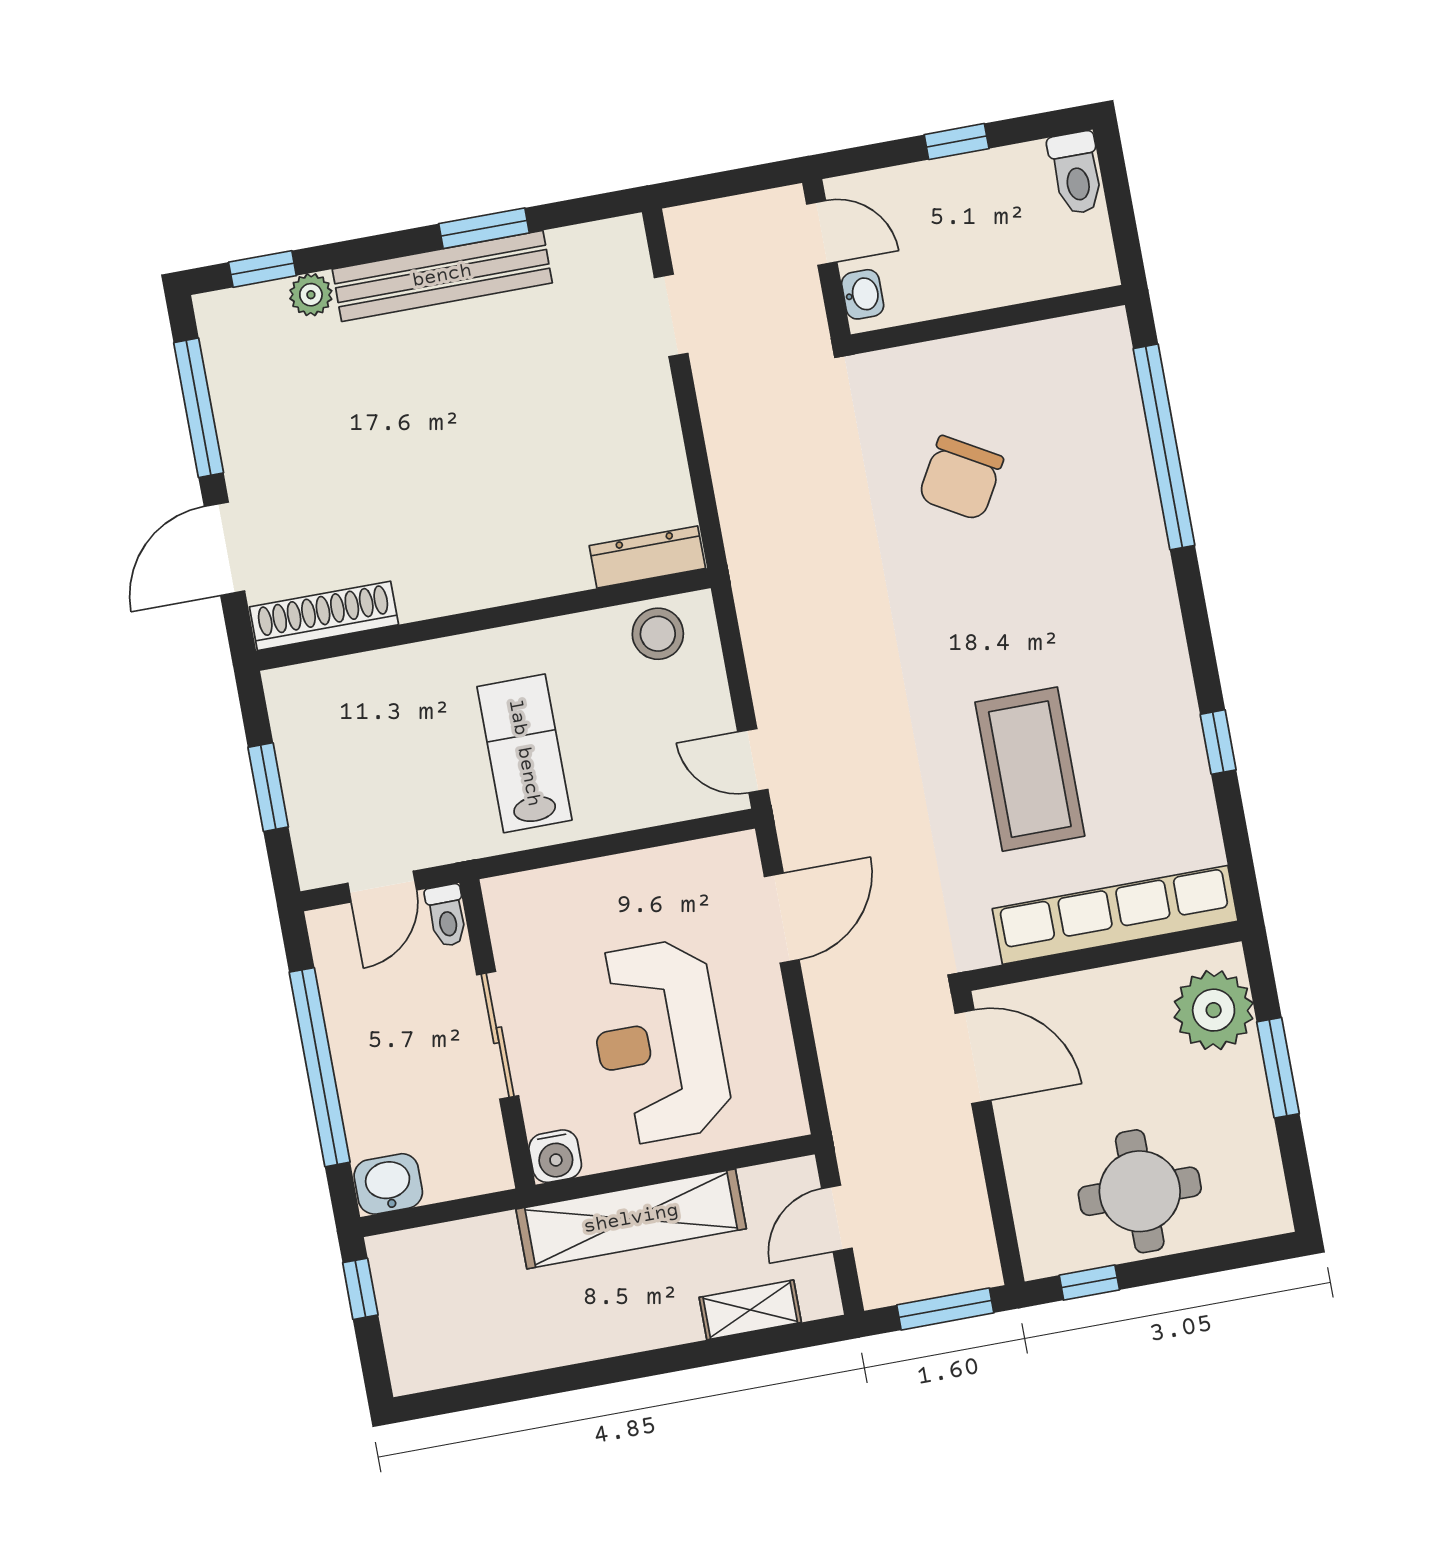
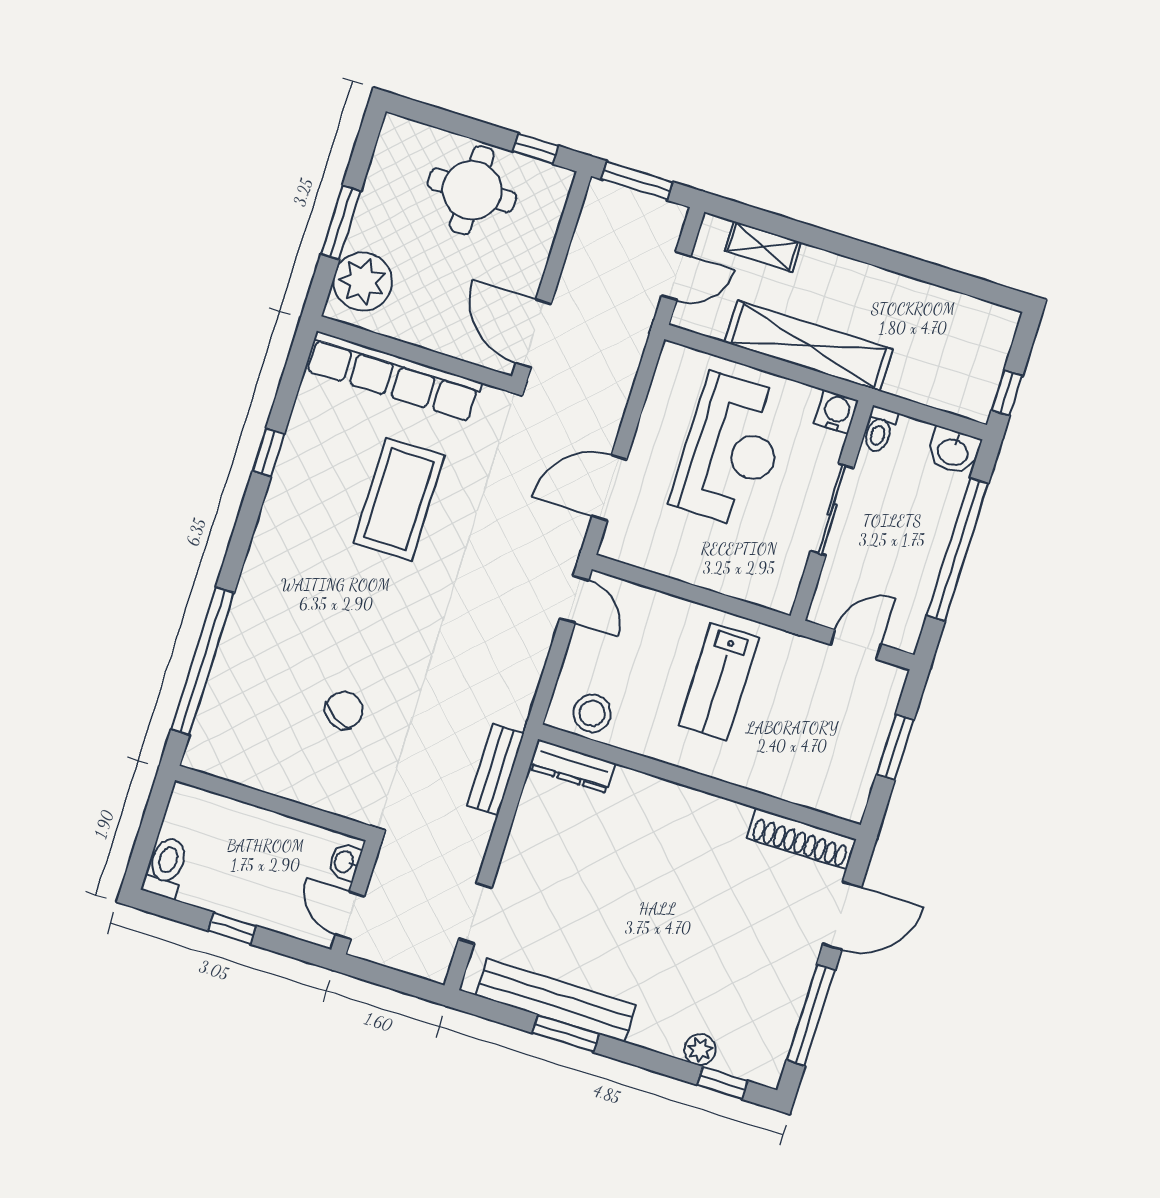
bench: (442, 276) -> (556, 1000), moved
chair: (961, 478) -> (344, 710), width x0.73, depth x0.73
bench: (739, 503) -> (495, 770), added
toilet: (447, 916) -> (879, 430), moved, turned 180

